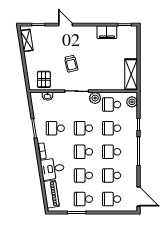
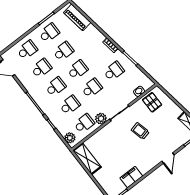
door: (66, 25) -> (168, 158), hinge flipped
desk: (53, 169) -> (91, 38), removed

